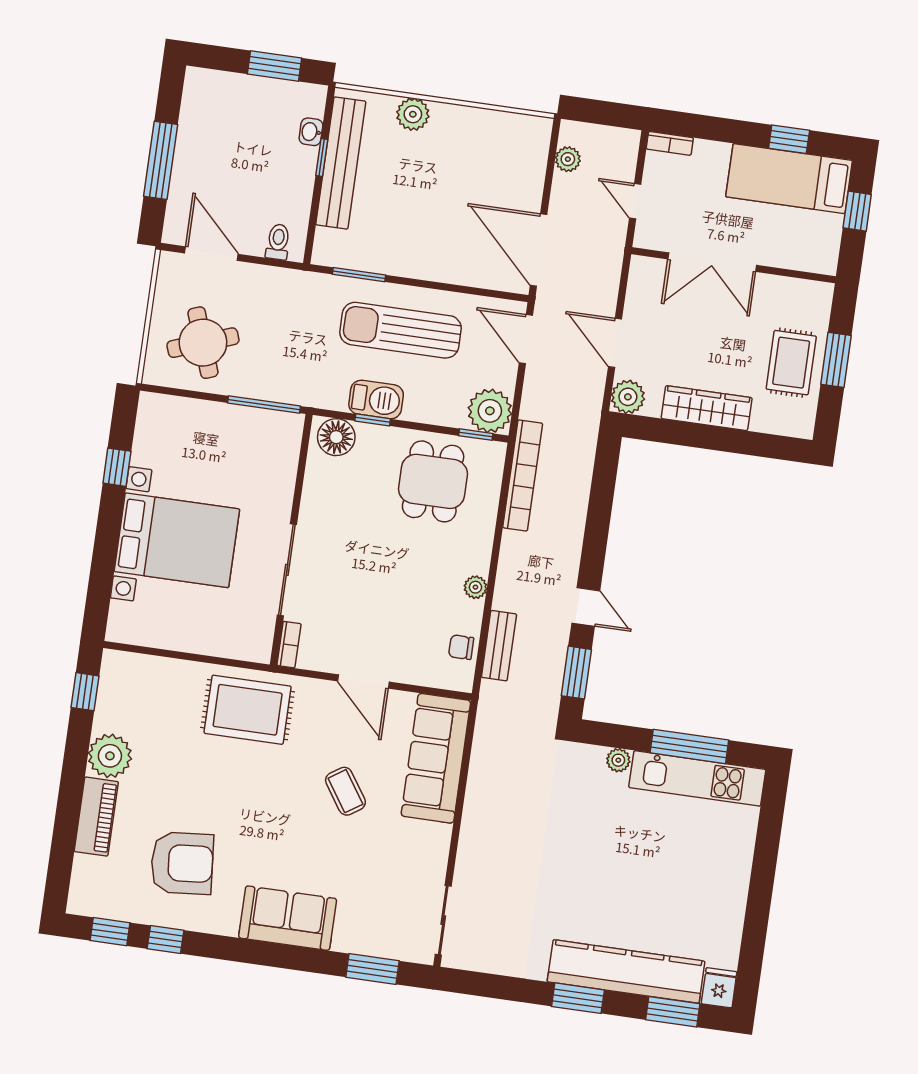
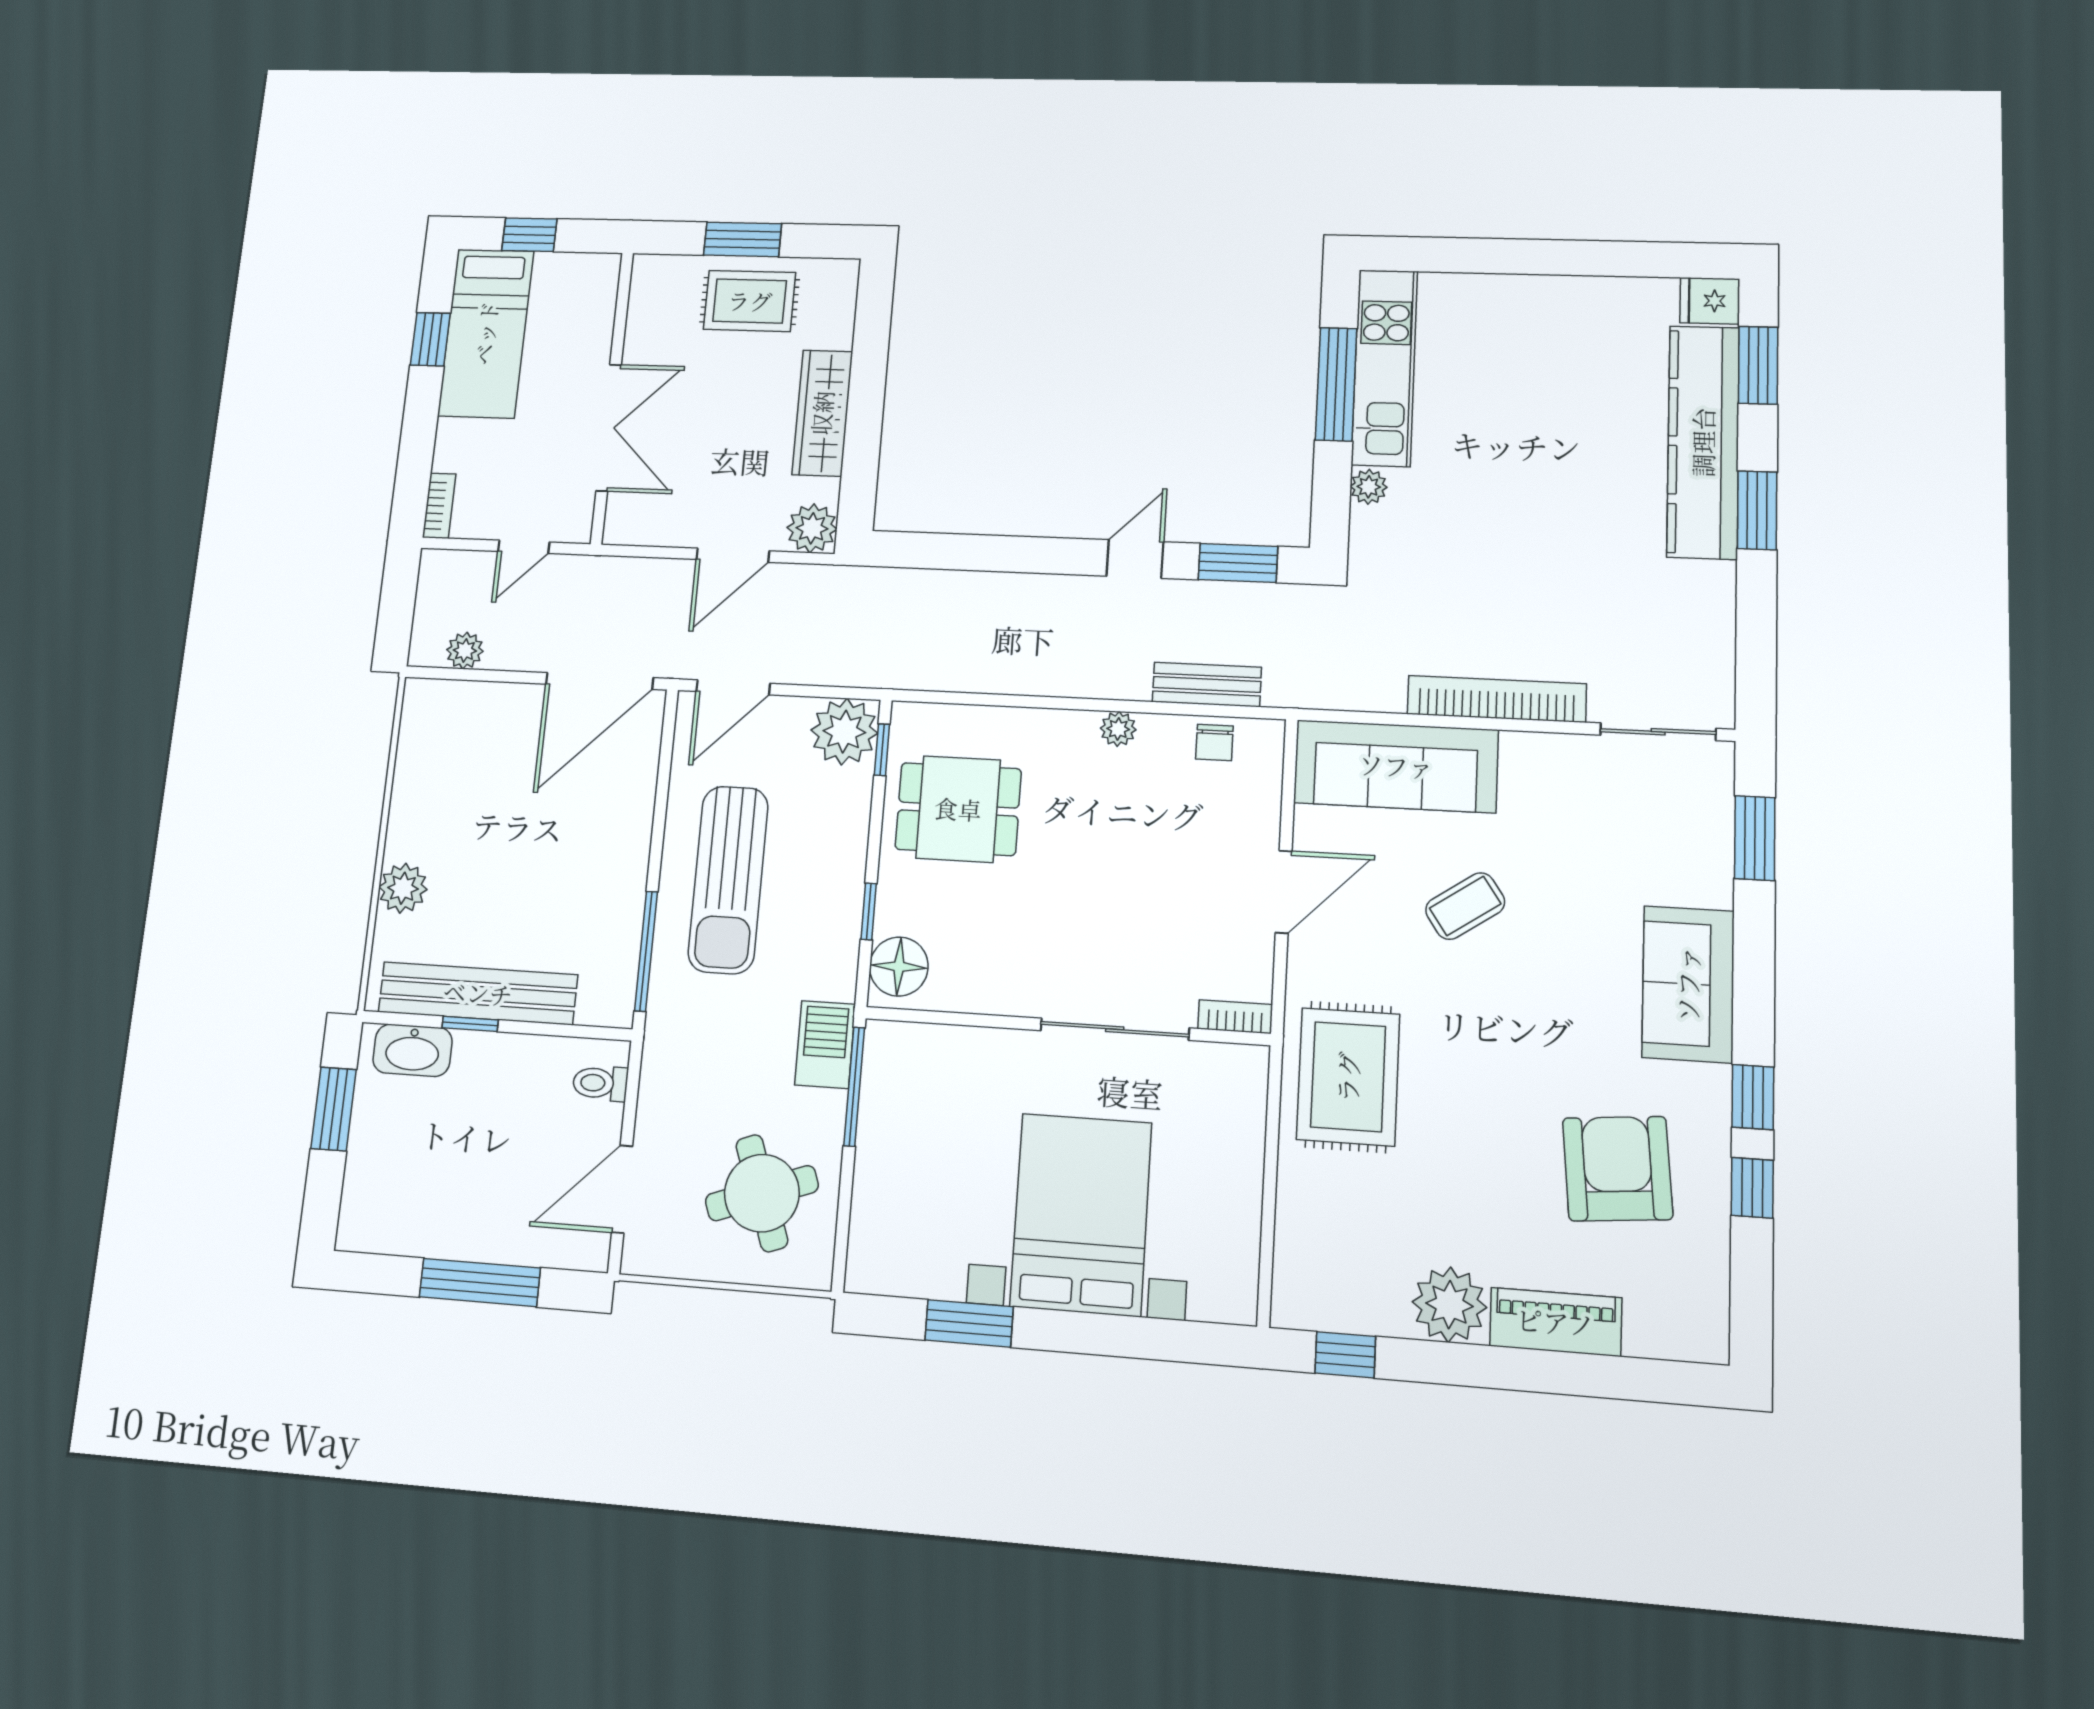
washbasin: (311, 132) -> (413, 1050), width x1.91, depth x1.45
window: (359, 275) -> (646, 951), width x1.44
barbecue: (376, 399) -> (825, 1045), moved
window: (117, 467) -> (969, 1323), width x1.50
bookcase: (523, 475) -> (1497, 699), moved
window: (110, 932) -> (1753, 1097), moved

